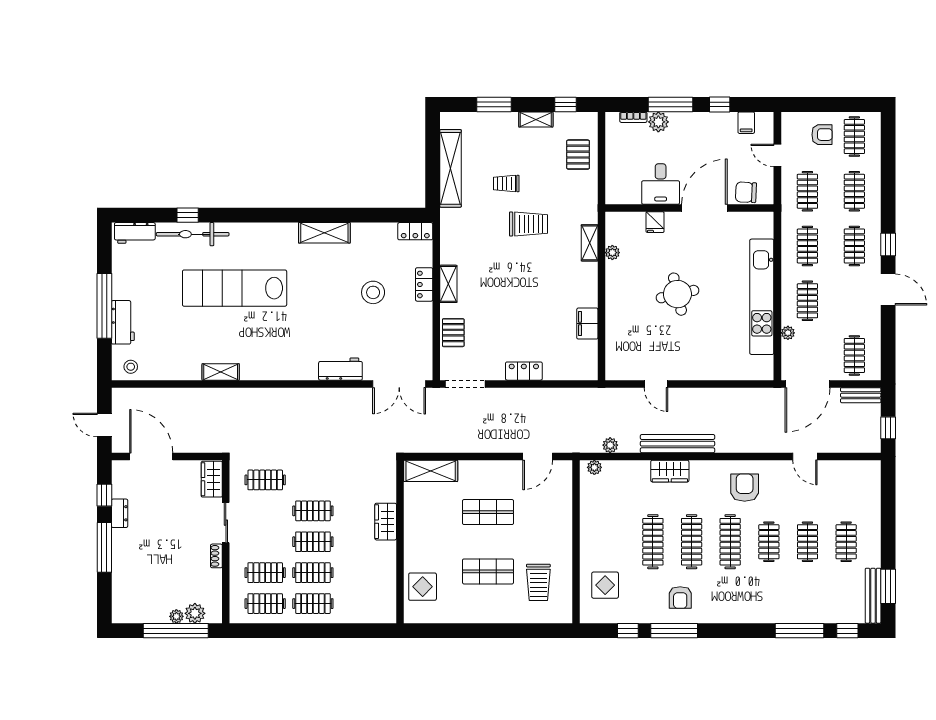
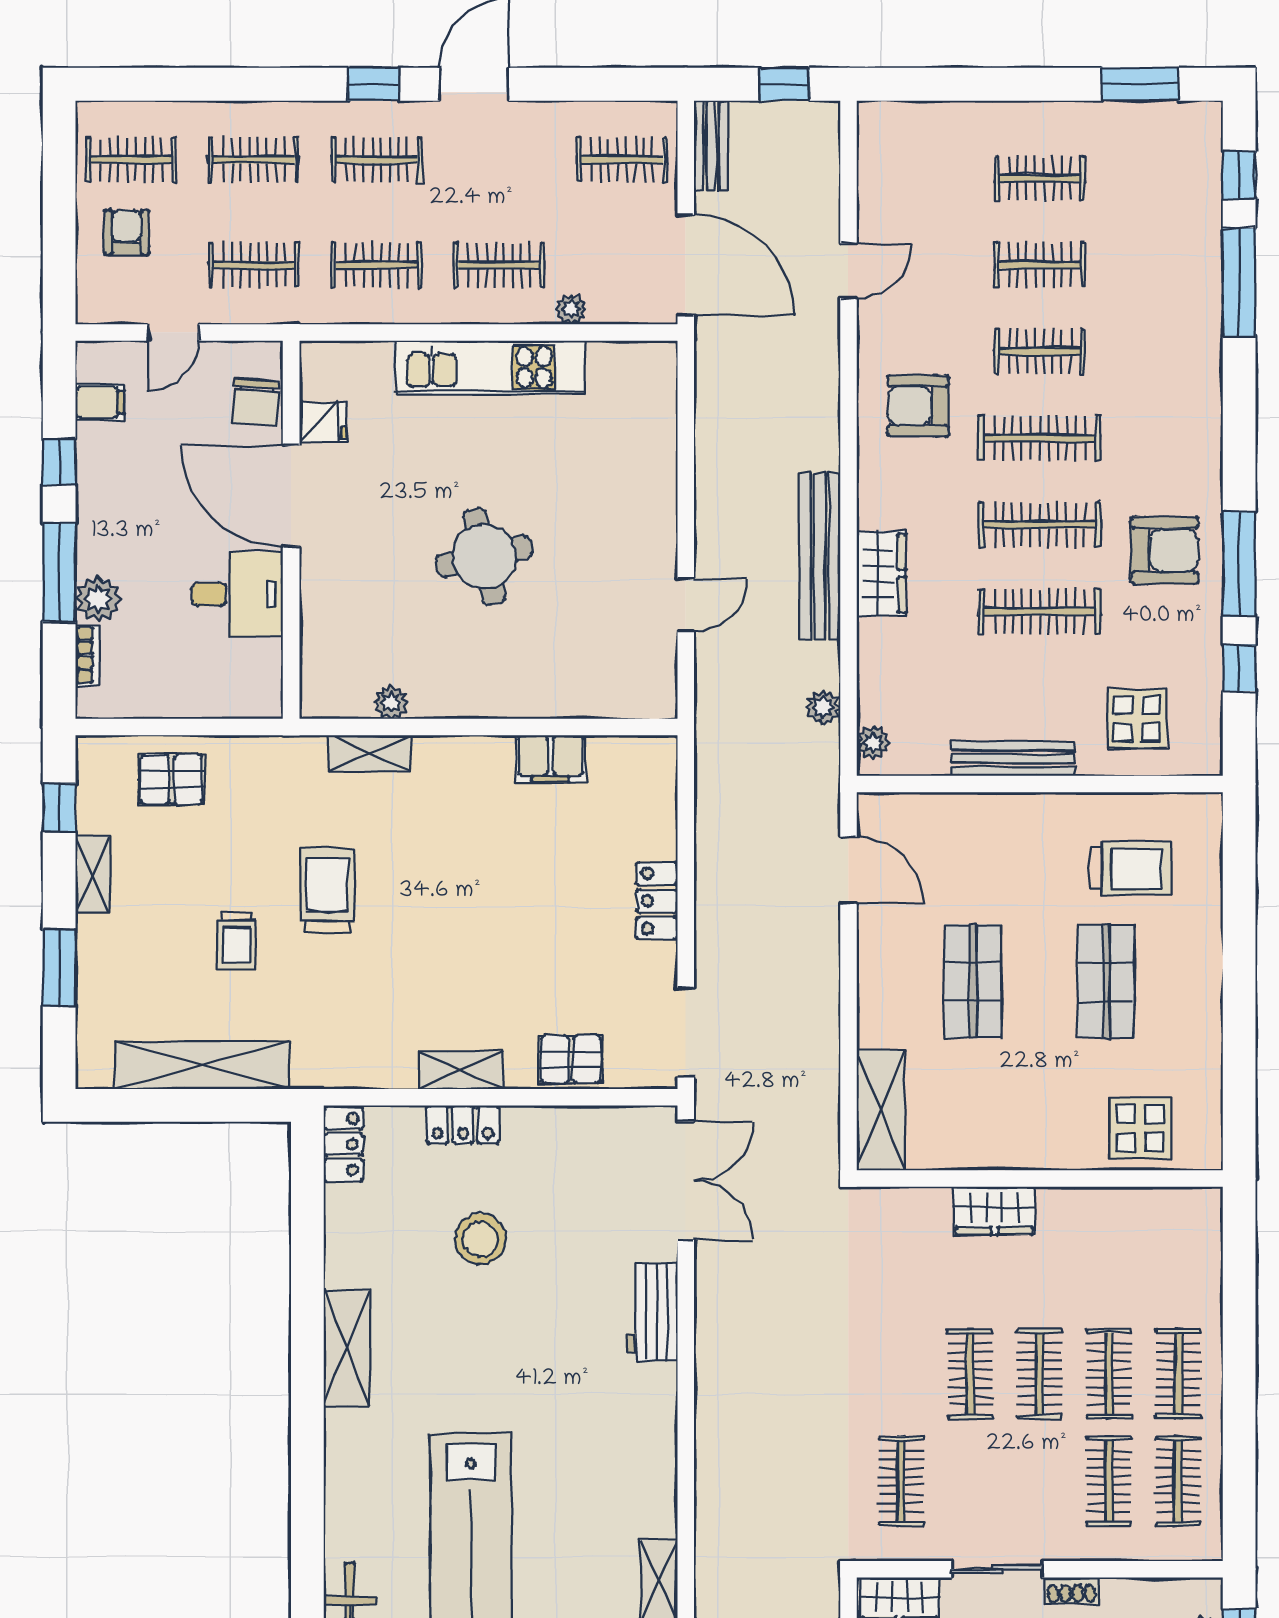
fridge: (655, 222) -> (323, 422), moved
kitchen unit: (762, 297) -> (490, 367), width x0.73
bench: (873, 596) -> (1013, 758), moved
armchair: (680, 597) -> (1165, 550), width x1.38, depth x1.38

